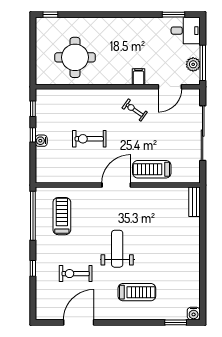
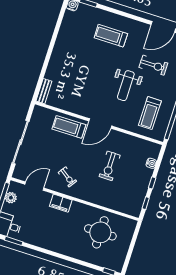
filing cabinet: (139, 77) -> (61, 203), width x2.00
exercise bike: (89, 139) -> (110, 166), turned 90
water cooler: (41, 141) -> (151, 163), moved
treadmill: (152, 169) -> (69, 127), turned 180
weight bench: (117, 249) -> (126, 86), moved

